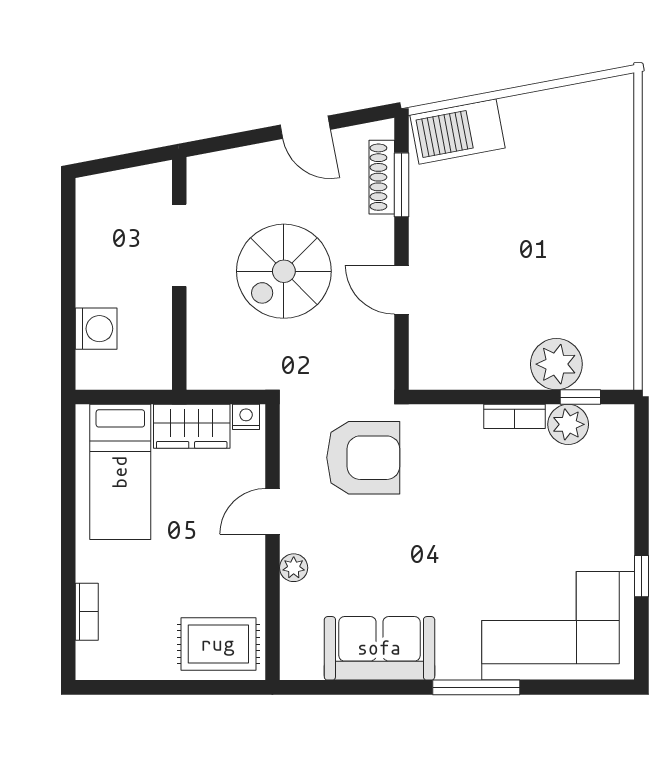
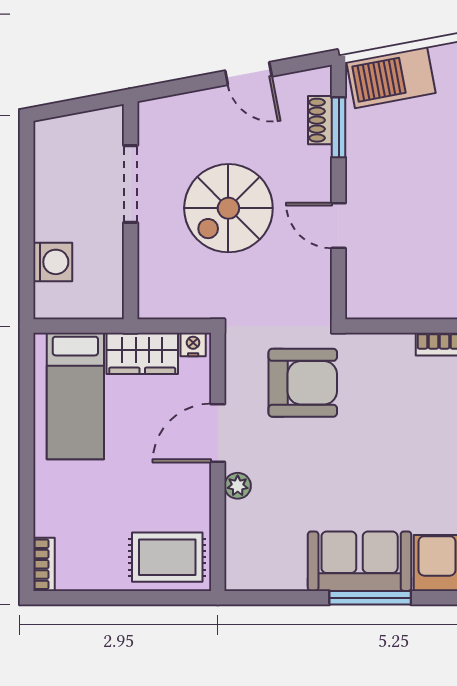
shoe rack: (382, 177) -> (320, 120), width x0.70
door: (272, 511) -> (218, 433), width x1.38
bookcase: (87, 612) -> (44, 564), moved
sofa: (379, 648) -> (360, 561), moved
window: (476, 687) -> (370, 598), moved

